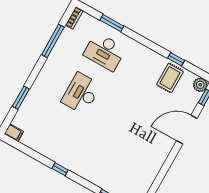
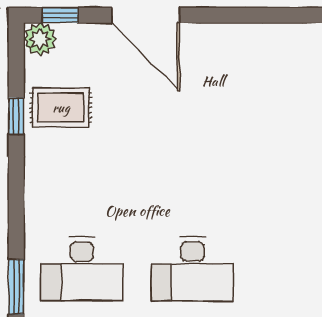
desk: (105, 52) -> (82, 269), turned 90

